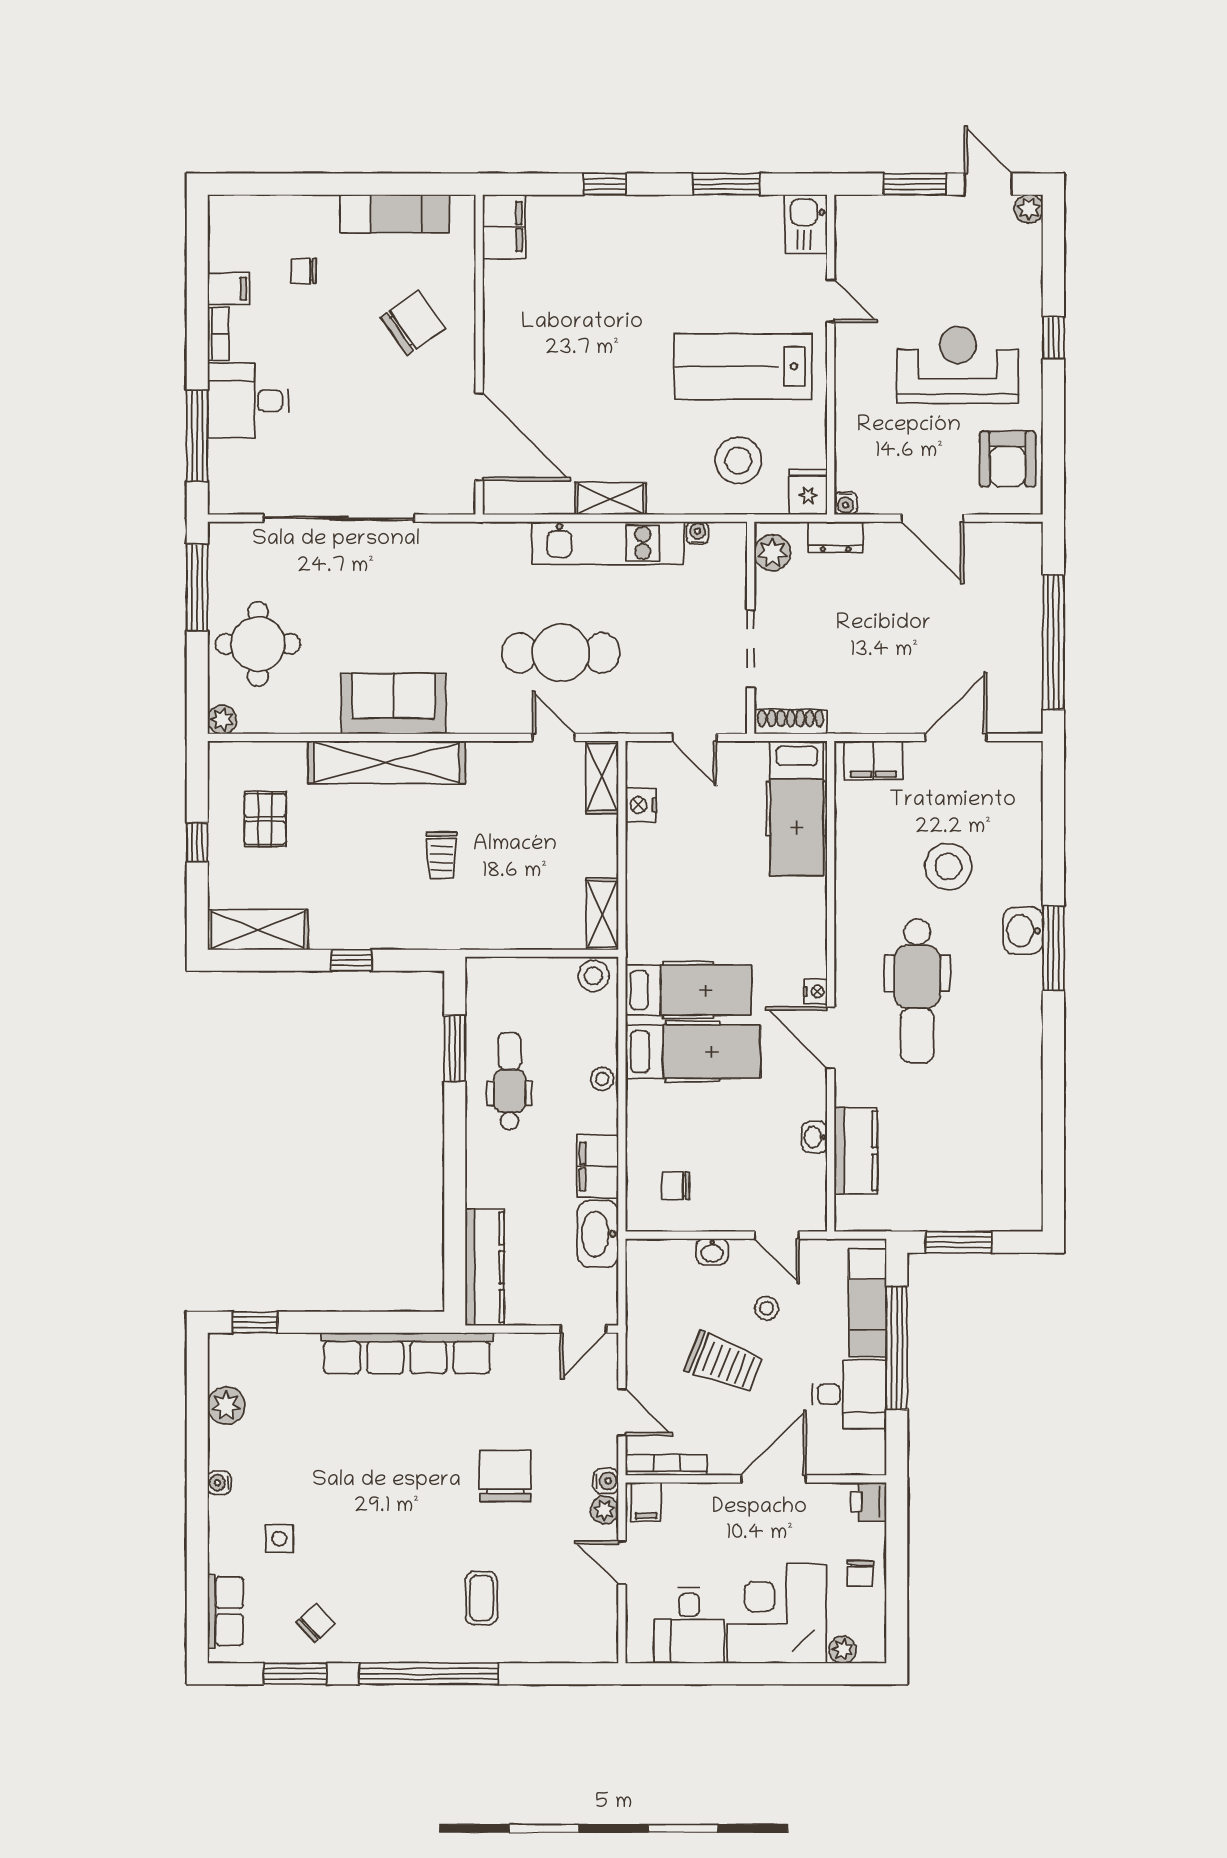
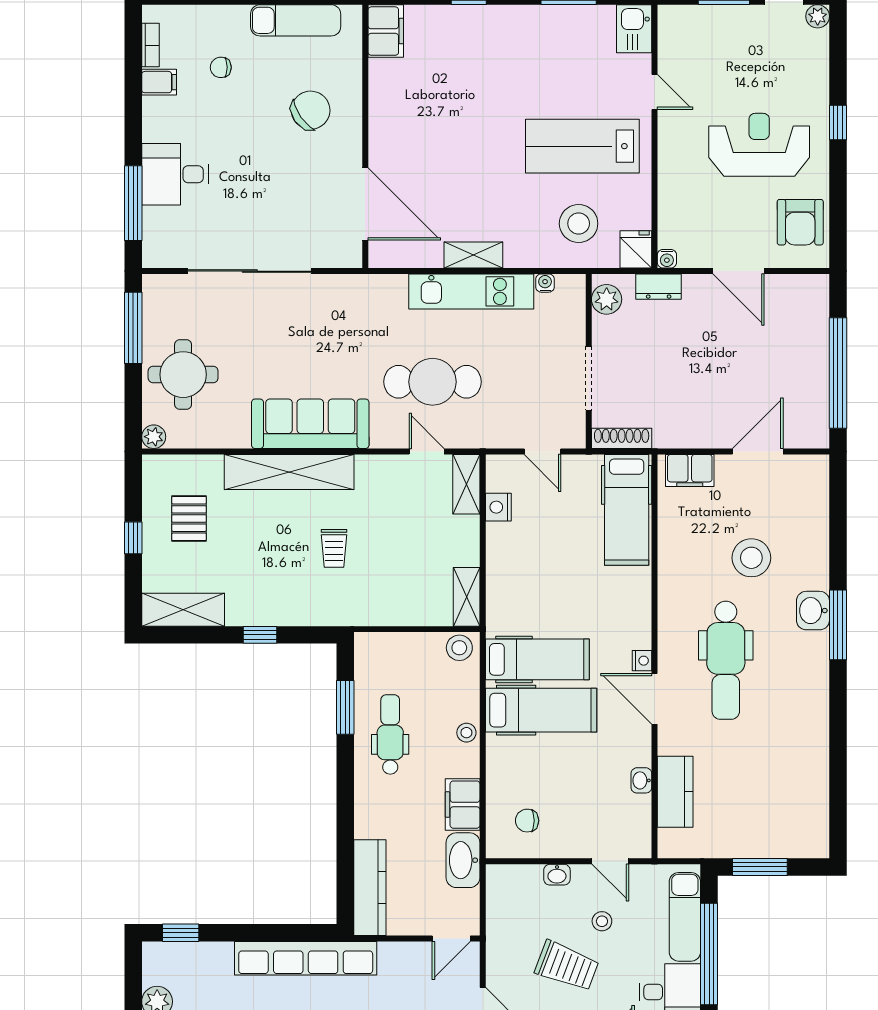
bookcase: (218, 334) -> (150, 45), moved
sofa: (394, 704) -> (310, 424), width x1.36

